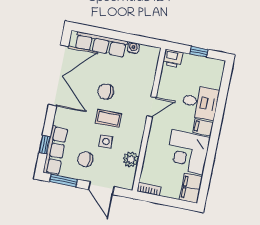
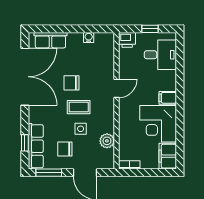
row of seats: (101, 44) -> (50, 40), width x0.68
desk: (200, 102) -> (160, 55), moved

